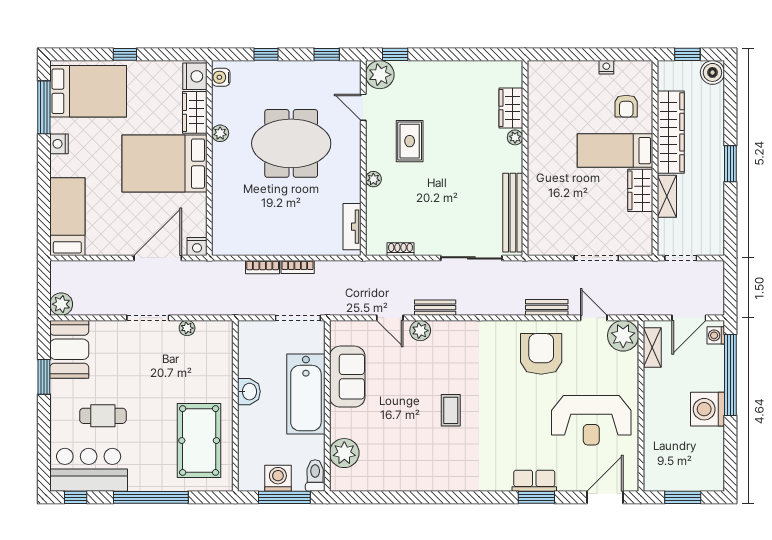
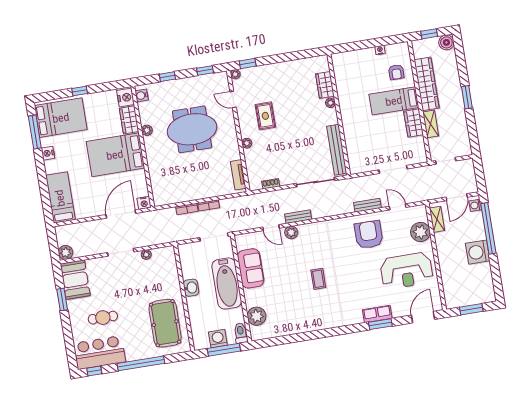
plant: (380, 75) -> (235, 74), width x0.53, depth x0.53
plant: (623, 336) -> (420, 232), moved

